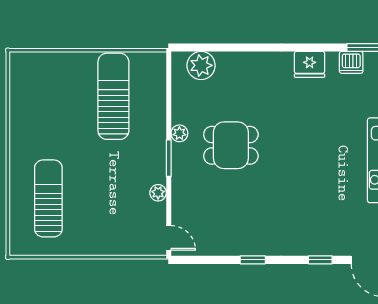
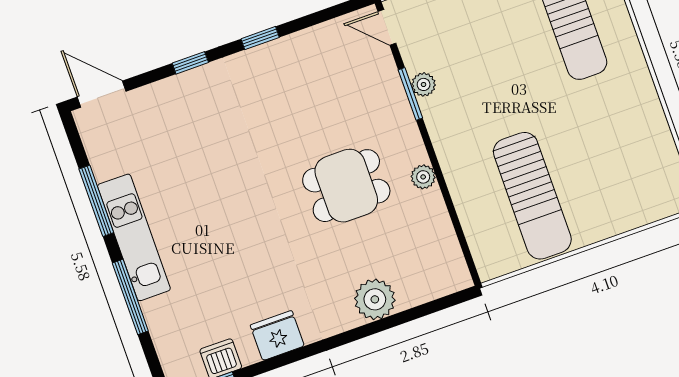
plant: (201, 65) -> (375, 299), moved
window: (169, 158) -> (410, 94), moved
window: (320, 260) -> (190, 63), moved

